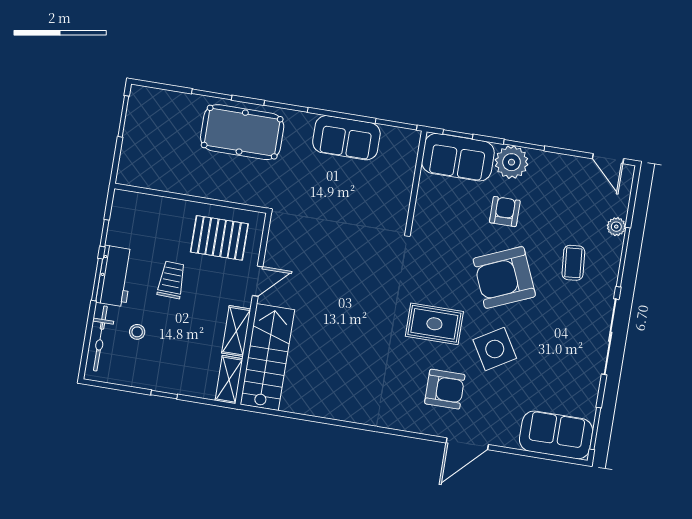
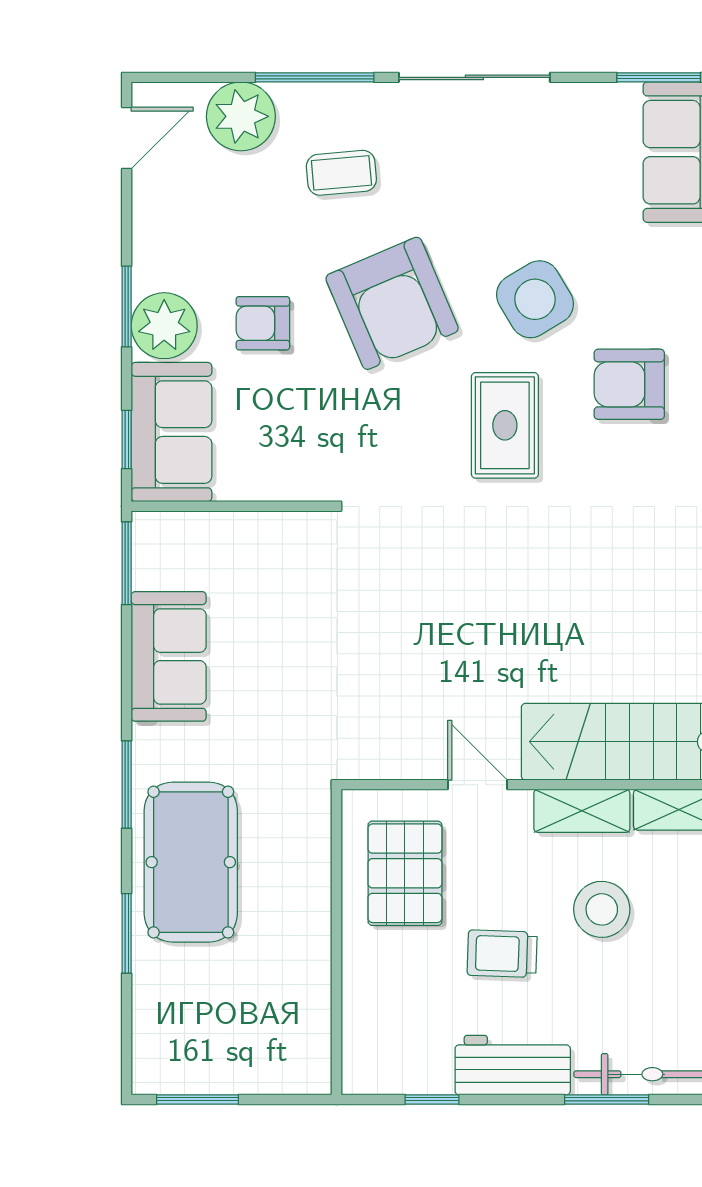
plant: (616, 227) -> (241, 116), width x1.88, depth x1.88
window: (97, 280) -> (607, 1099), moved
stool: (137, 332) -> (602, 909), moved, width x1.89, depth x1.89
armchair: (445, 389) -> (629, 384), turned -90

